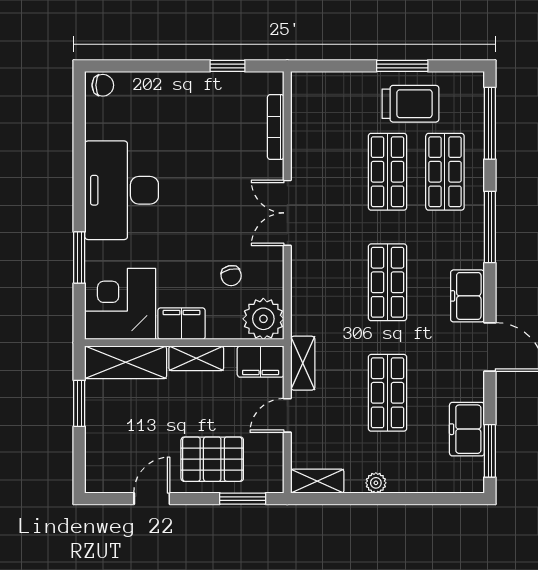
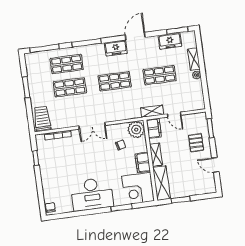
trolley: (410, 104) -> (42, 118), moved
pallet: (212, 459) -> (196, 143), width x0.67, depth x0.71
shelving: (317, 481) -> (194, 59), moved

